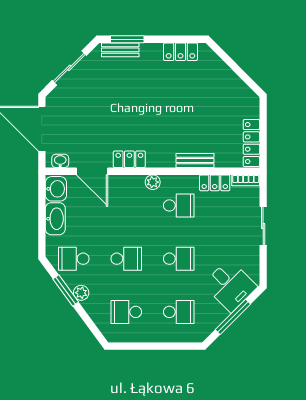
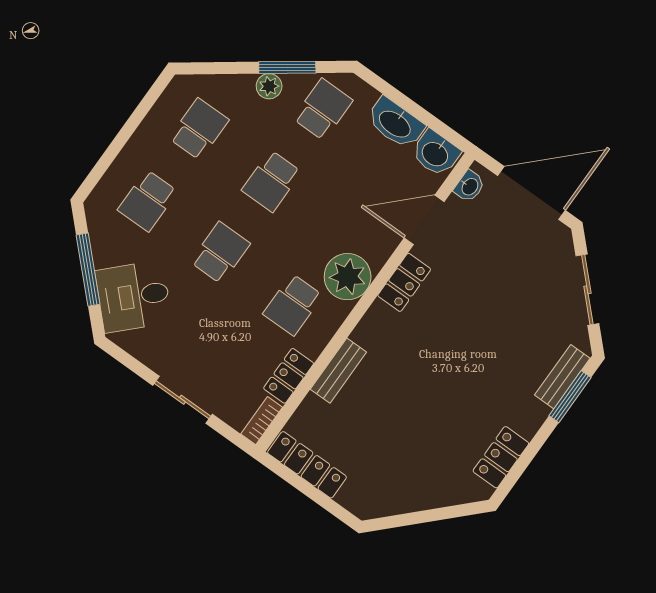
plant: (153, 182) -> (348, 277), width x1.87, depth x1.87
school desk: (179, 259) -> (220, 253), turned 180

